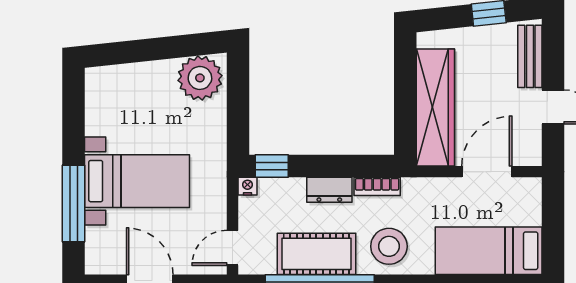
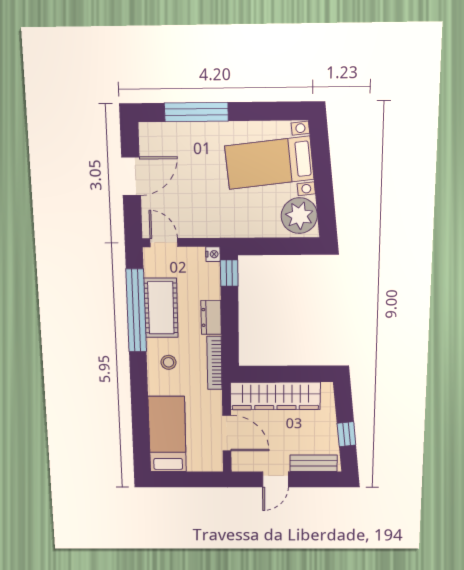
bed with nightstands: (137, 181) -> (269, 163), moved, turned 84
bookcase: (377, 186) -> (215, 363), width x1.56
stool: (389, 246) -> (168, 362), width x0.53, depth x0.53

